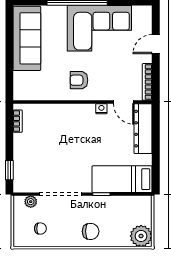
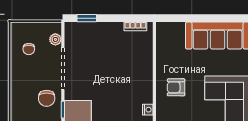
armchair: (79, 80) -> (176, 87), turned -90
chair: (91, 231) -> (47, 98), moved

